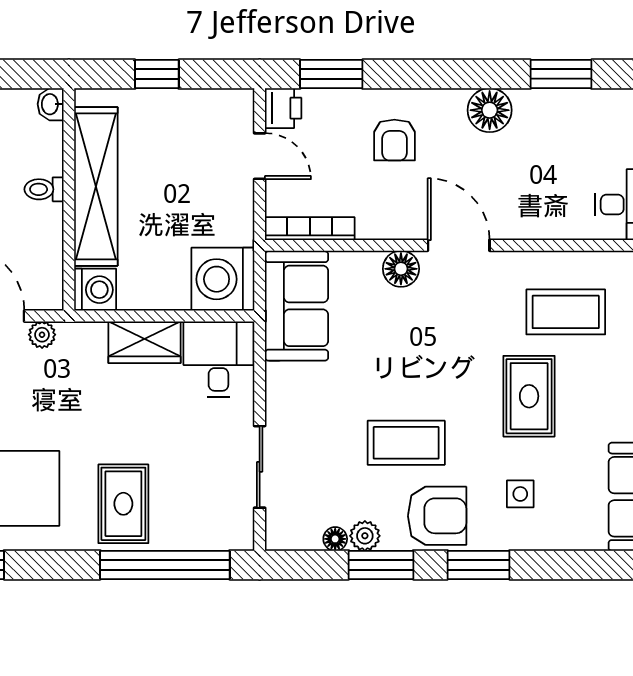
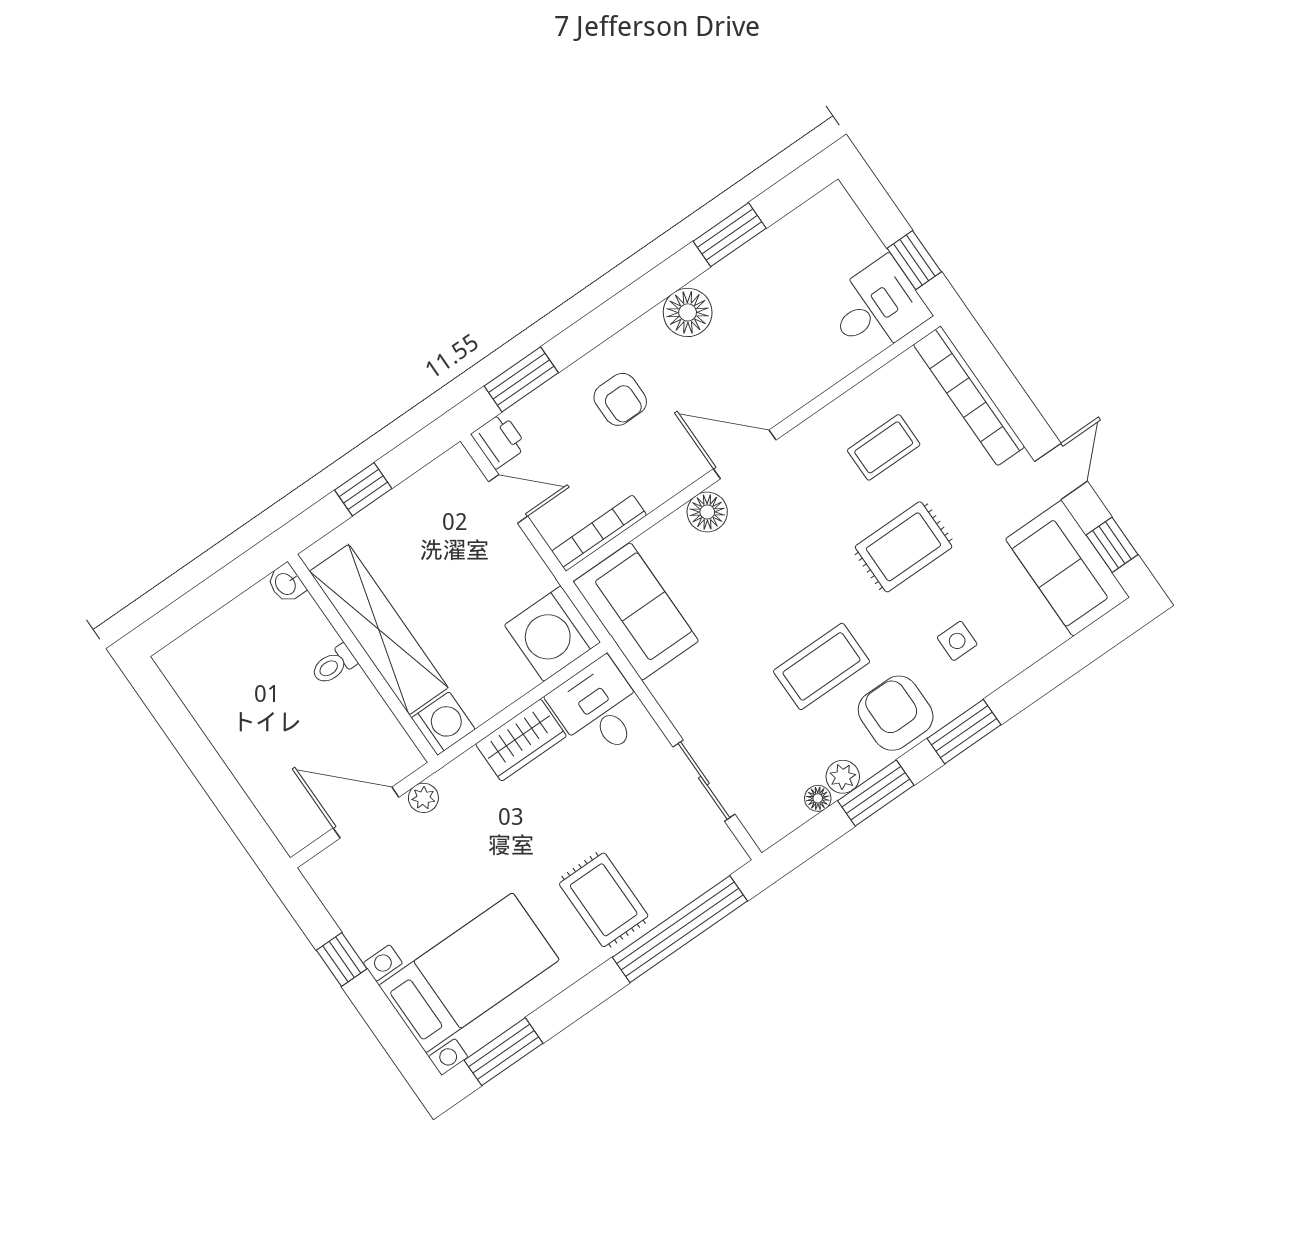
coffee table: (566, 312) -> (884, 447), width x0.73, depth x0.77
rug: (529, 396) -> (904, 547), turned 90
armchair: (437, 516) -> (896, 713), turned -90

